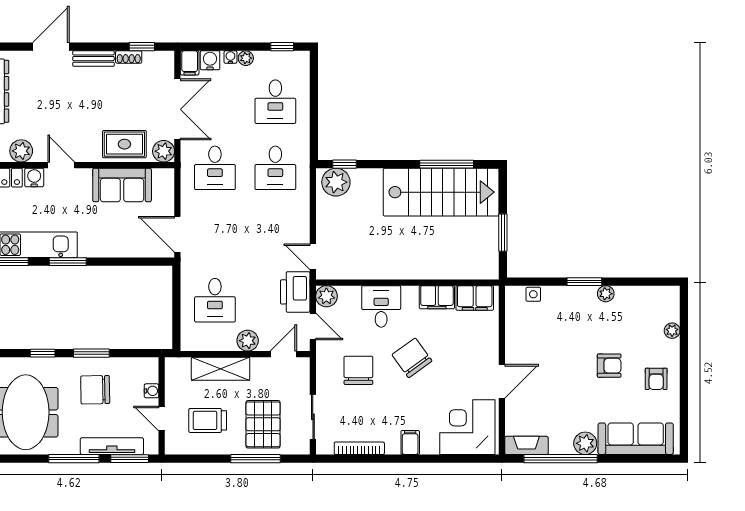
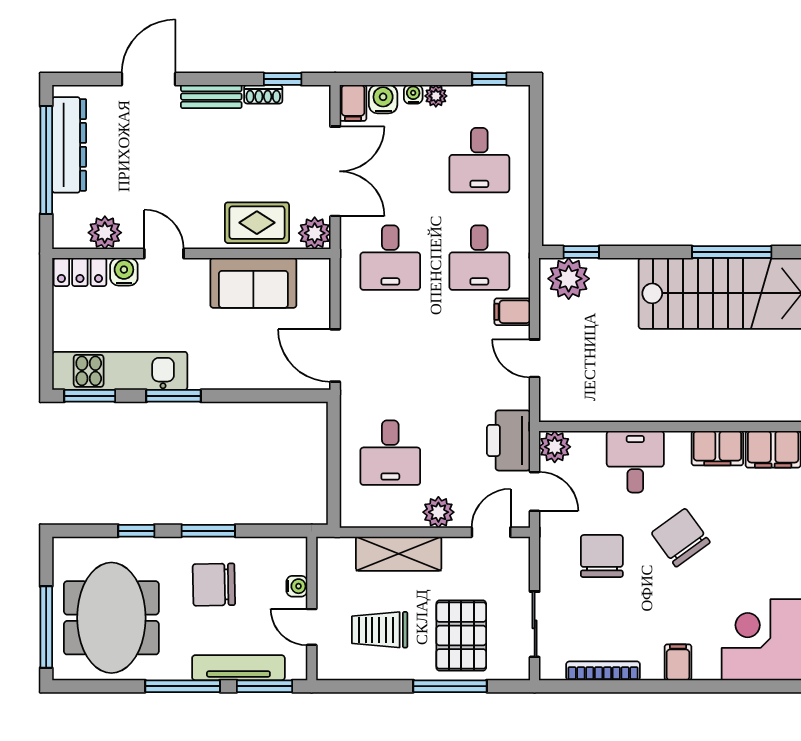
filing cabinet: (298, 205) -> (512, 312), added
door: (313, 257) -> (535, 358), moved

